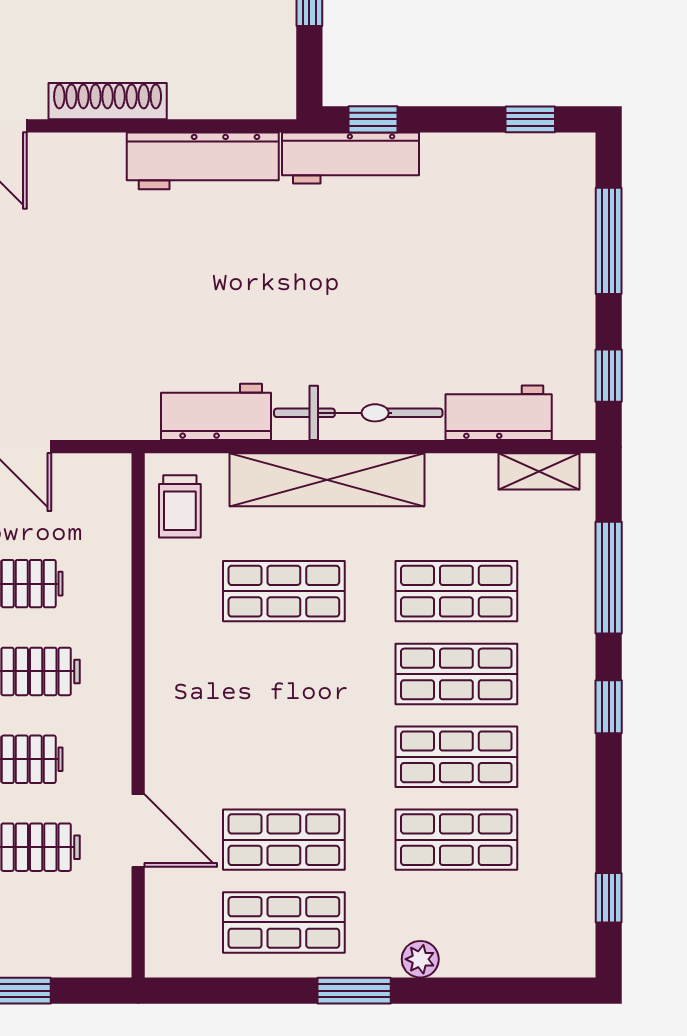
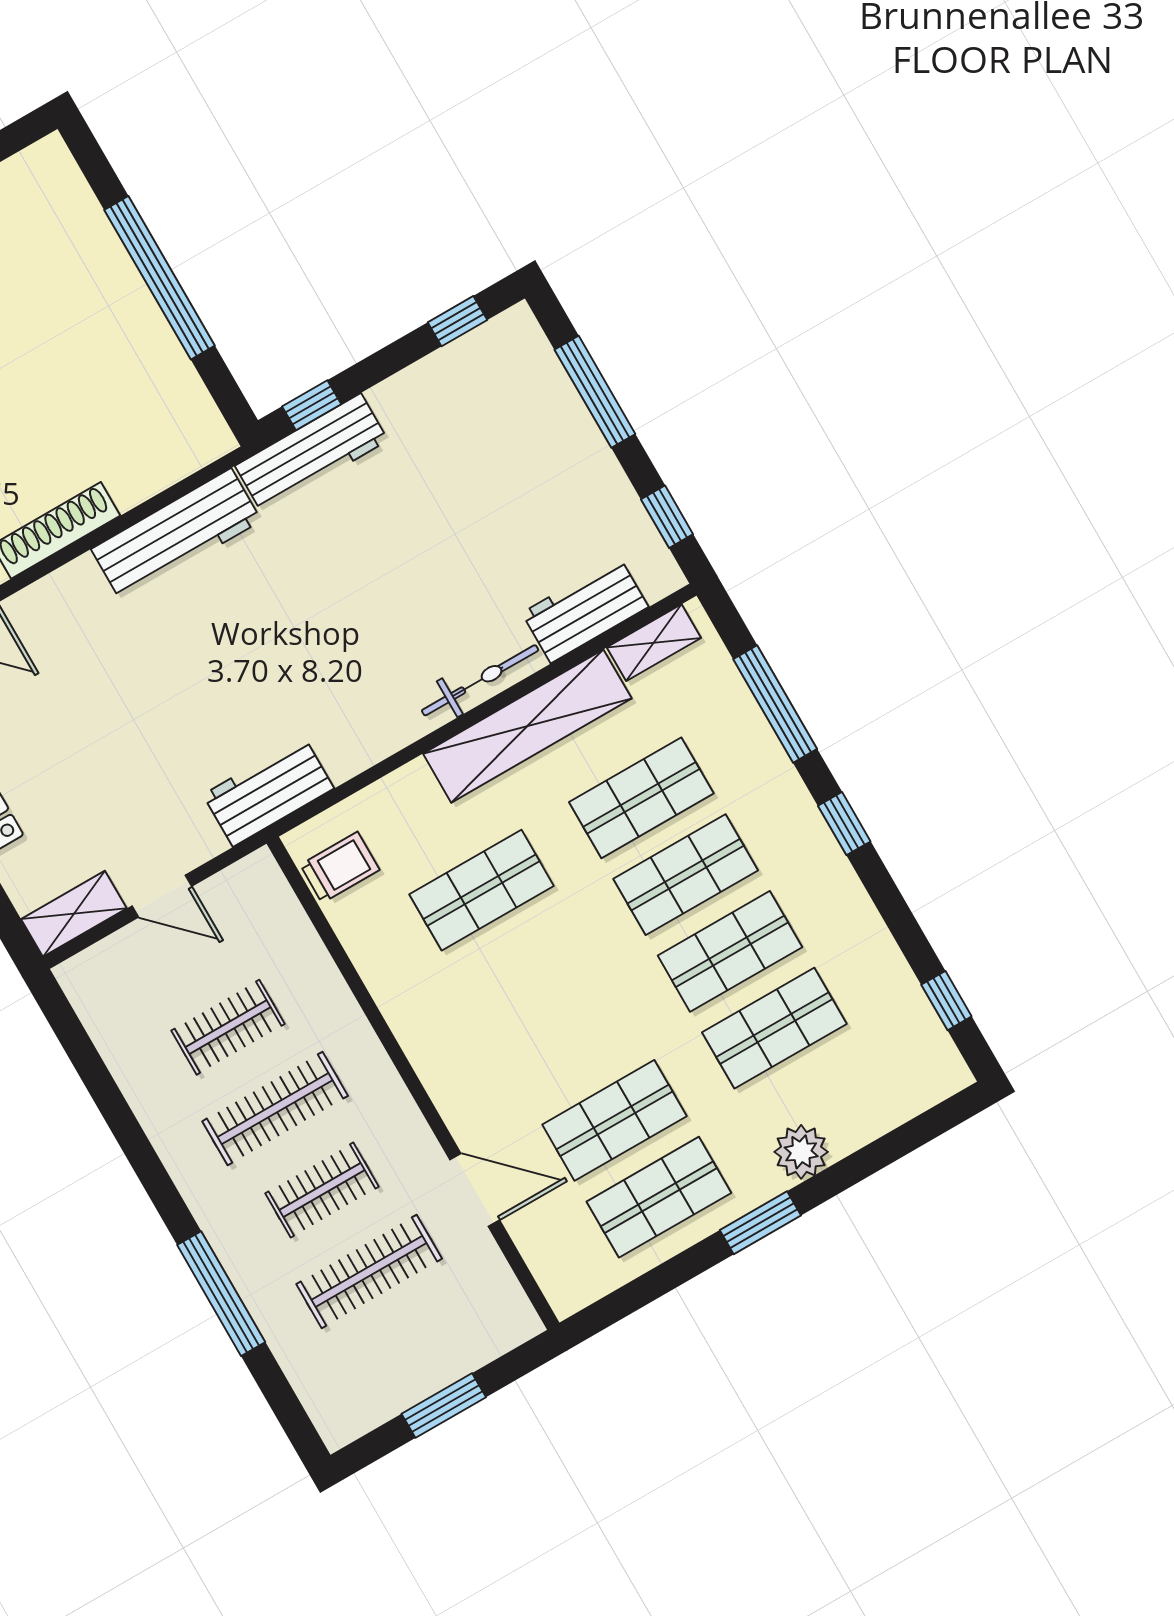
workbench: (216, 412) -> (269, 792), moved
bicycle: (358, 413) -> (480, 680), width x0.73, depth x0.71
shelving: (327, 480) -> (527, 726), moved
trolley: (180, 506) -> (340, 867), turned -90
plant: (420, 959) -> (801, 1152), width x1.38, depth x1.38

